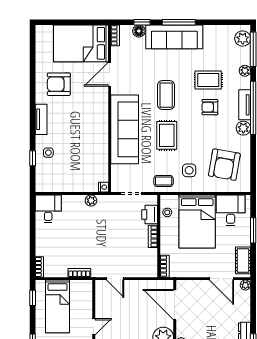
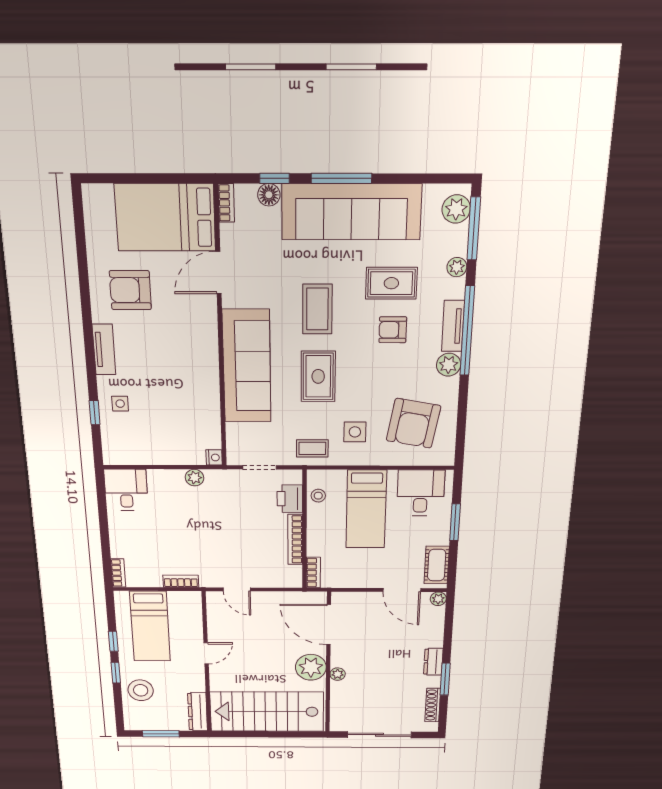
sofa: (174, 37) -> (351, 212), width x1.36, depth x1.27
bed: (197, 222) -> (366, 509), width x0.67
bookcase: (153, 236) -> (295, 539), width x1.56
window: (33, 298) -> (113, 641), moved

